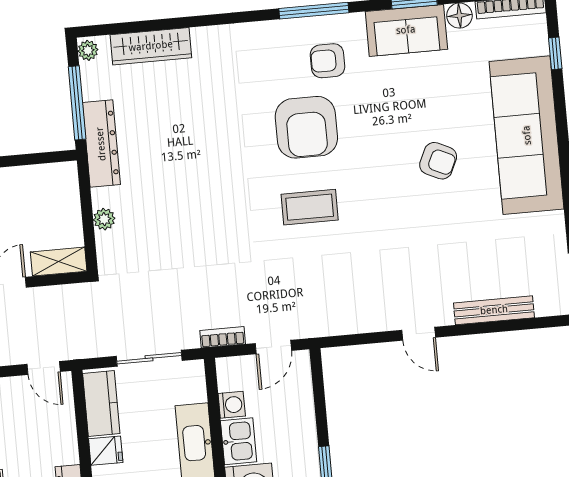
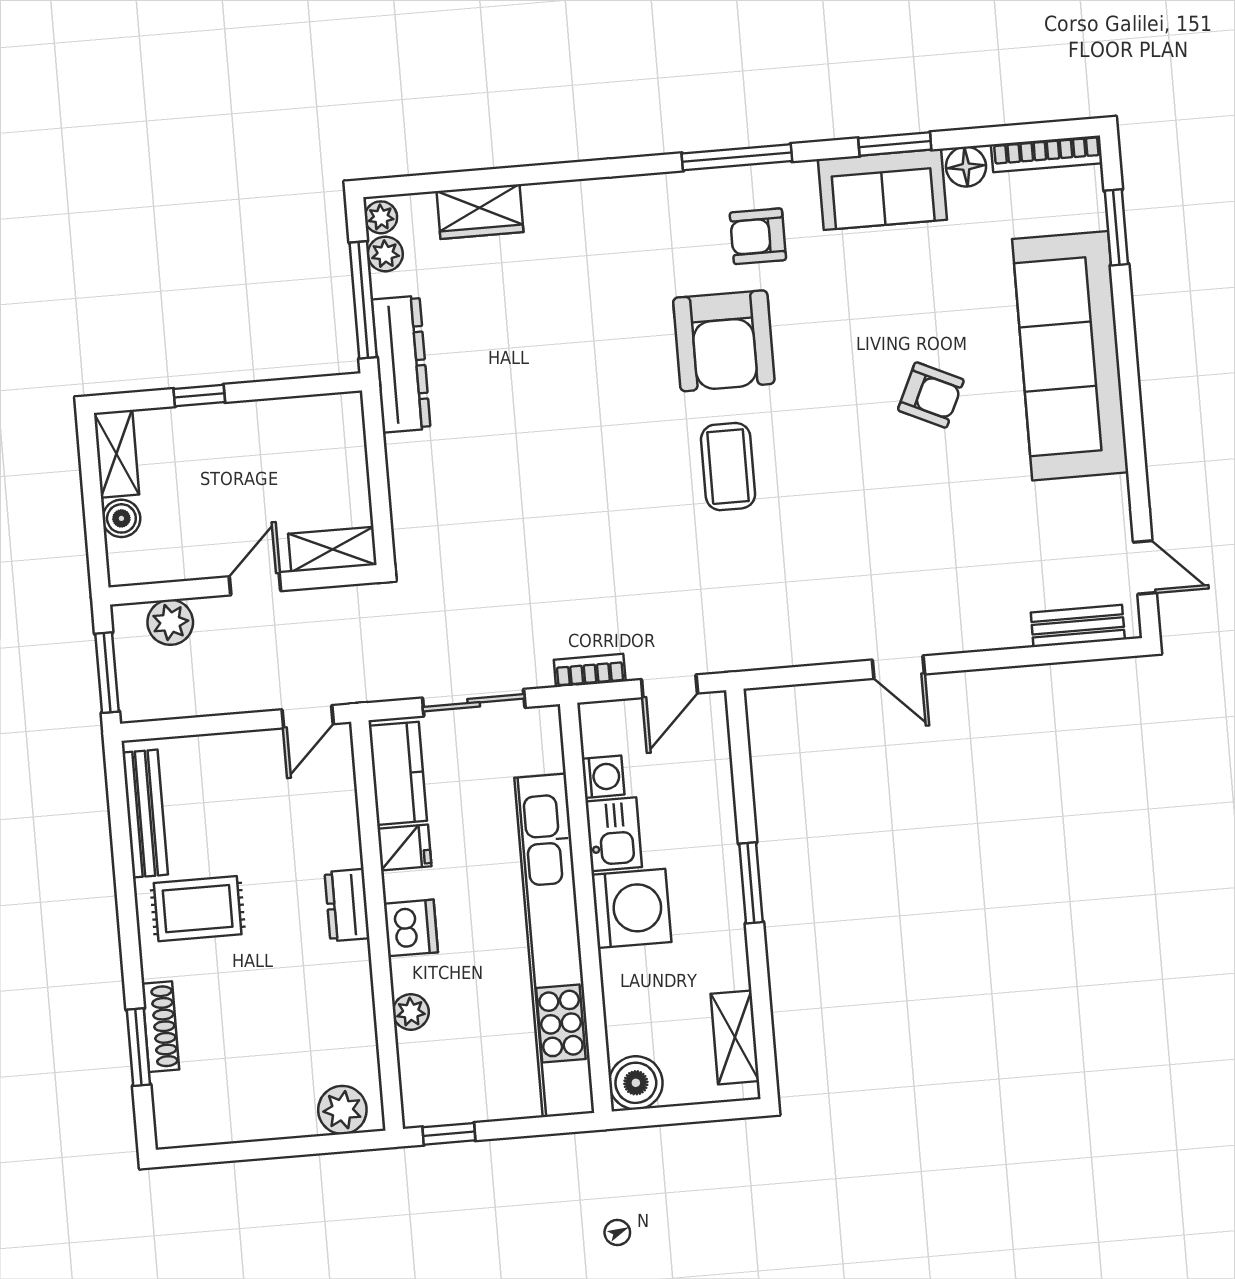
wardrobe: (151, 46) -> (480, 212), width x0.67
window: (555, 53) -> (1116, 227), width x1.50
coffee table: (310, 207) -> (728, 467), turned 90
plant: (104, 219) -> (385, 254), moved
bench: (494, 310) -> (1078, 626), moved, width x0.73
door: (44, 368) -> (308, 717), hinge flipped

